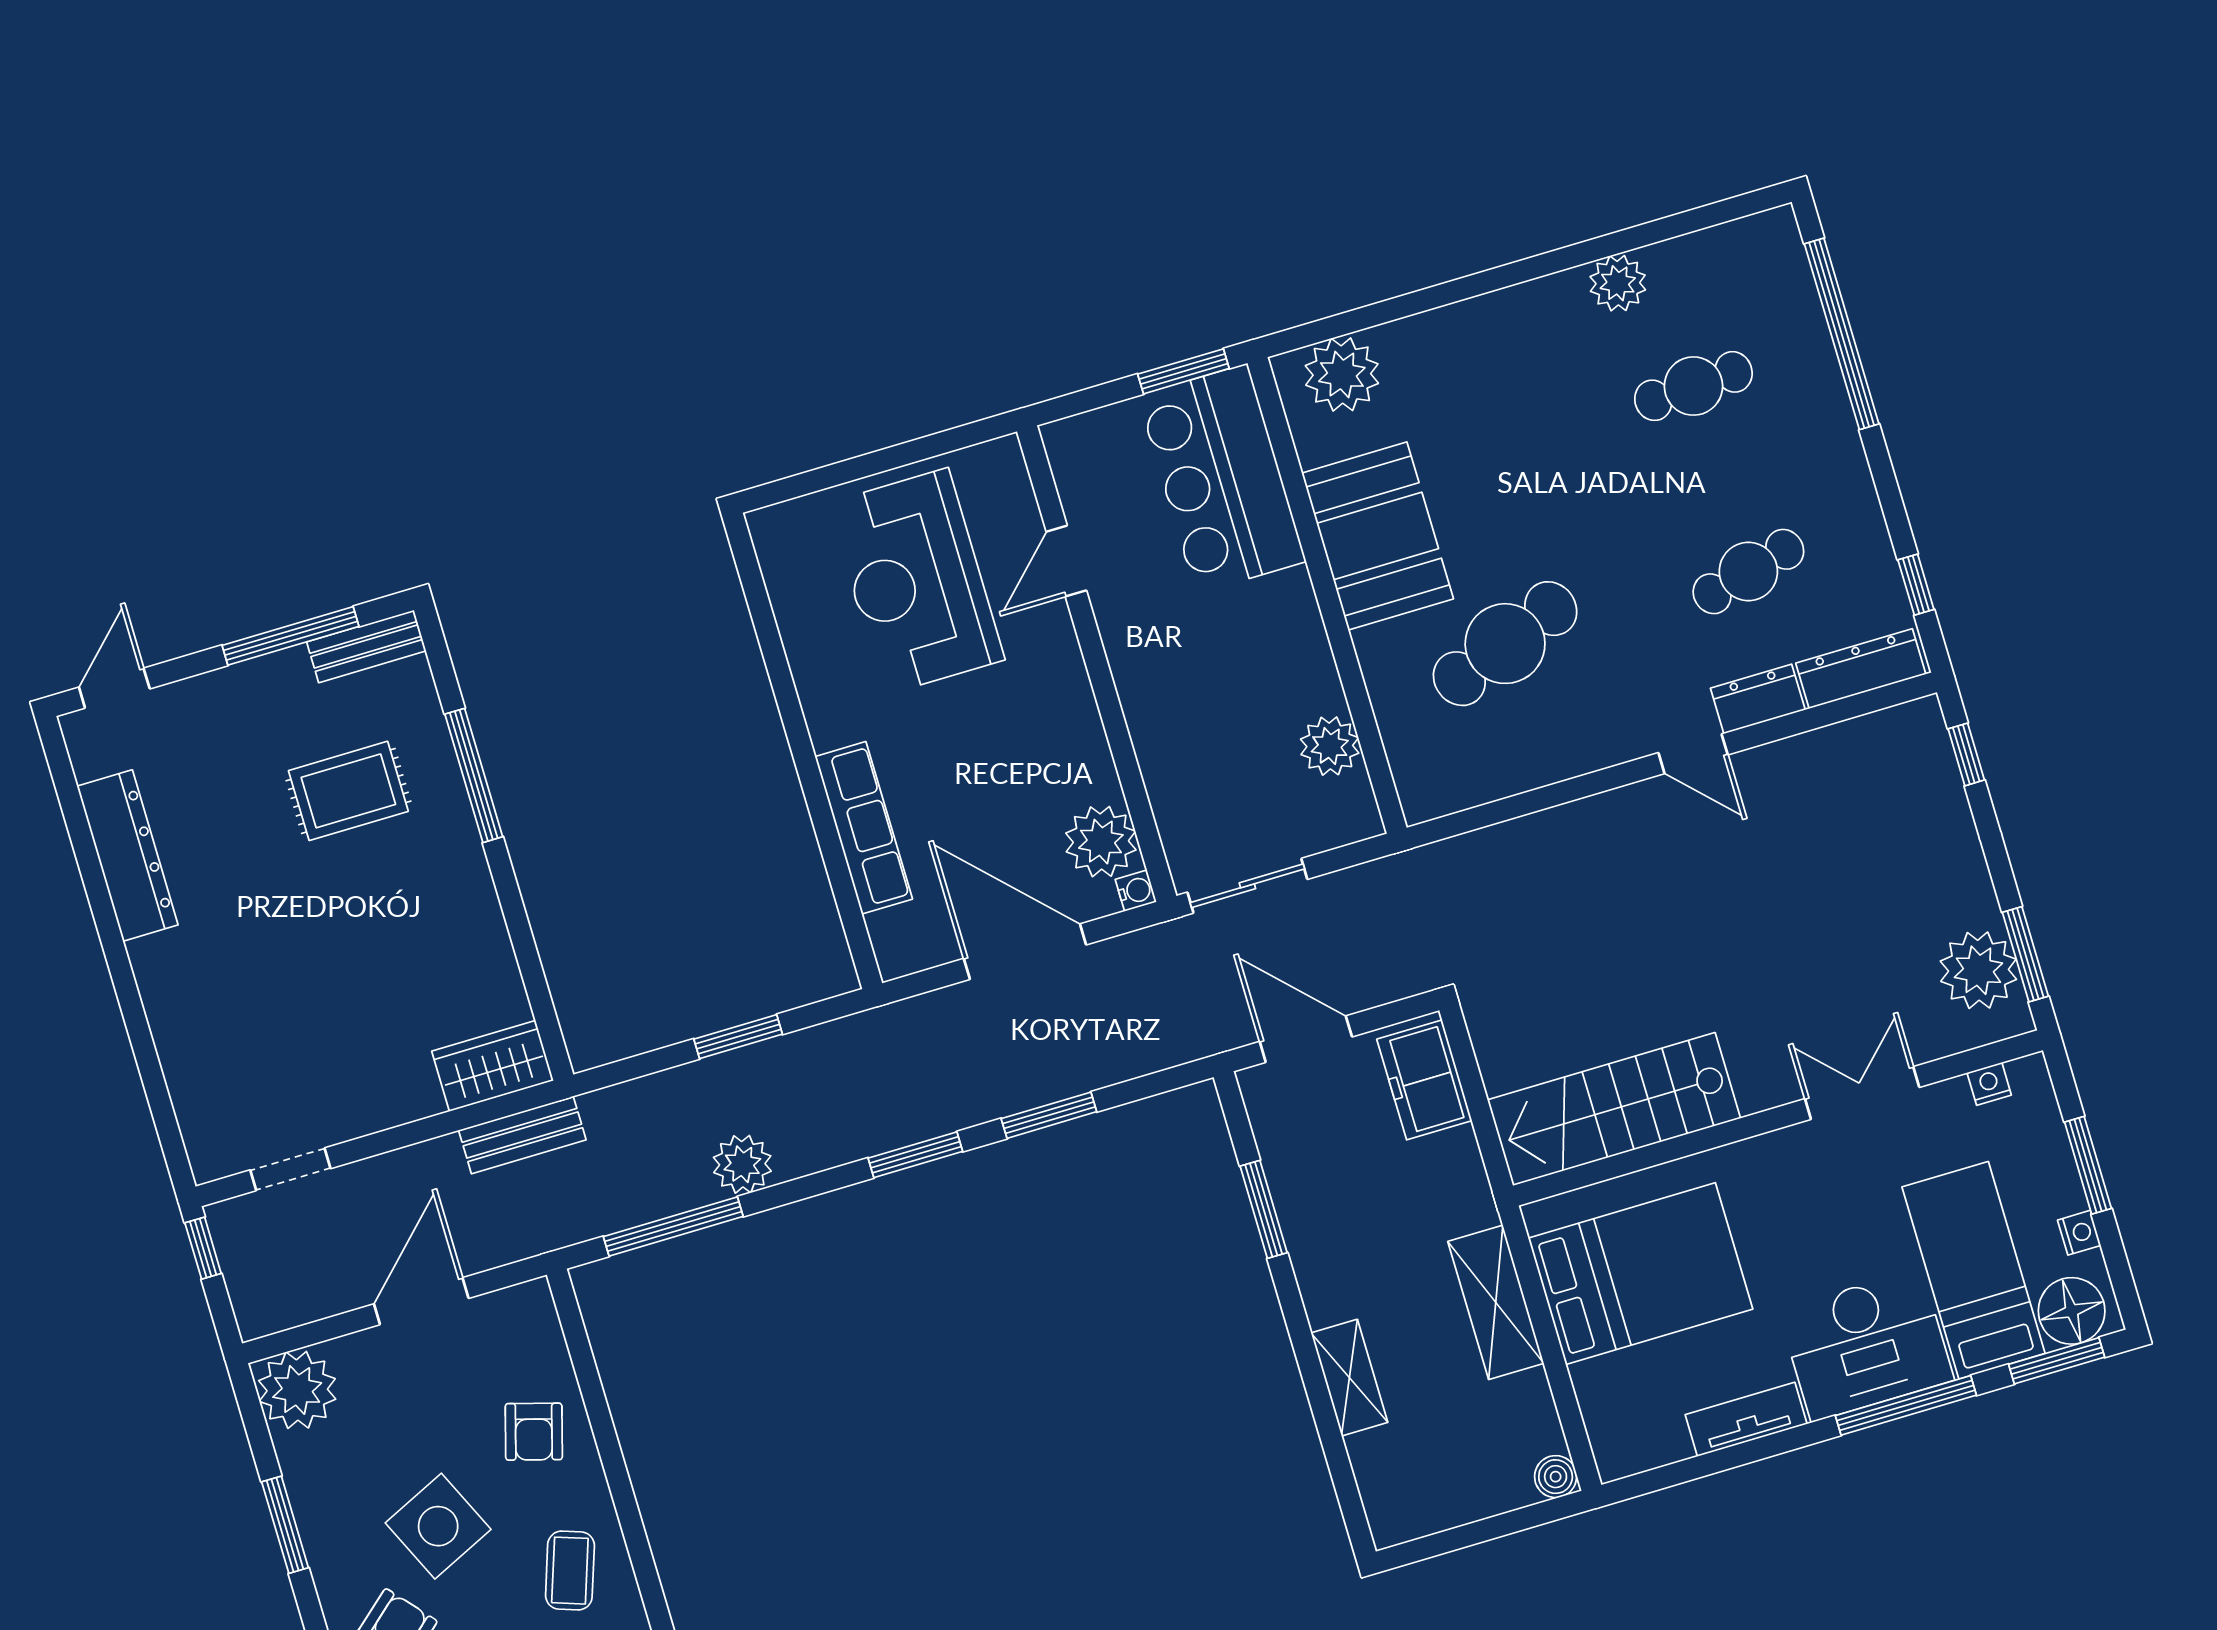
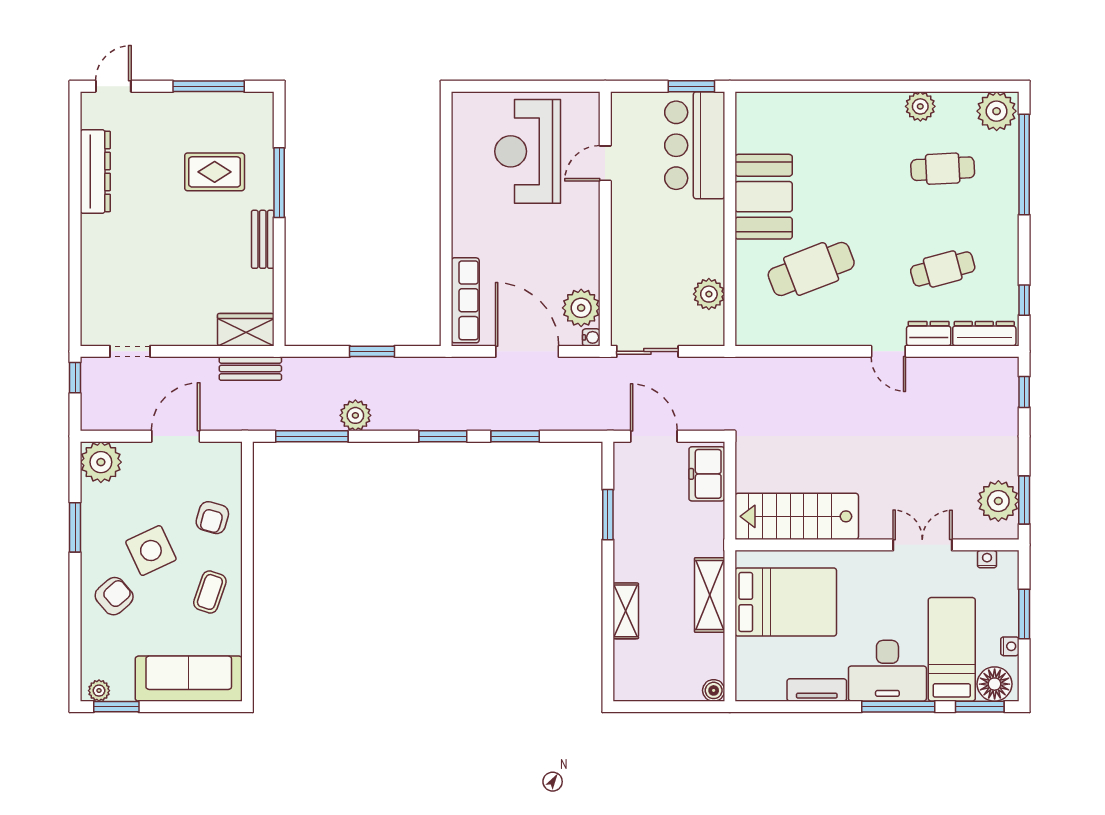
plant: (1342, 374) -> (997, 111), moved
bench: (366, 646) -> (263, 239), moved, turned 90
row of seats: (864, 828) -> (465, 300), moved

